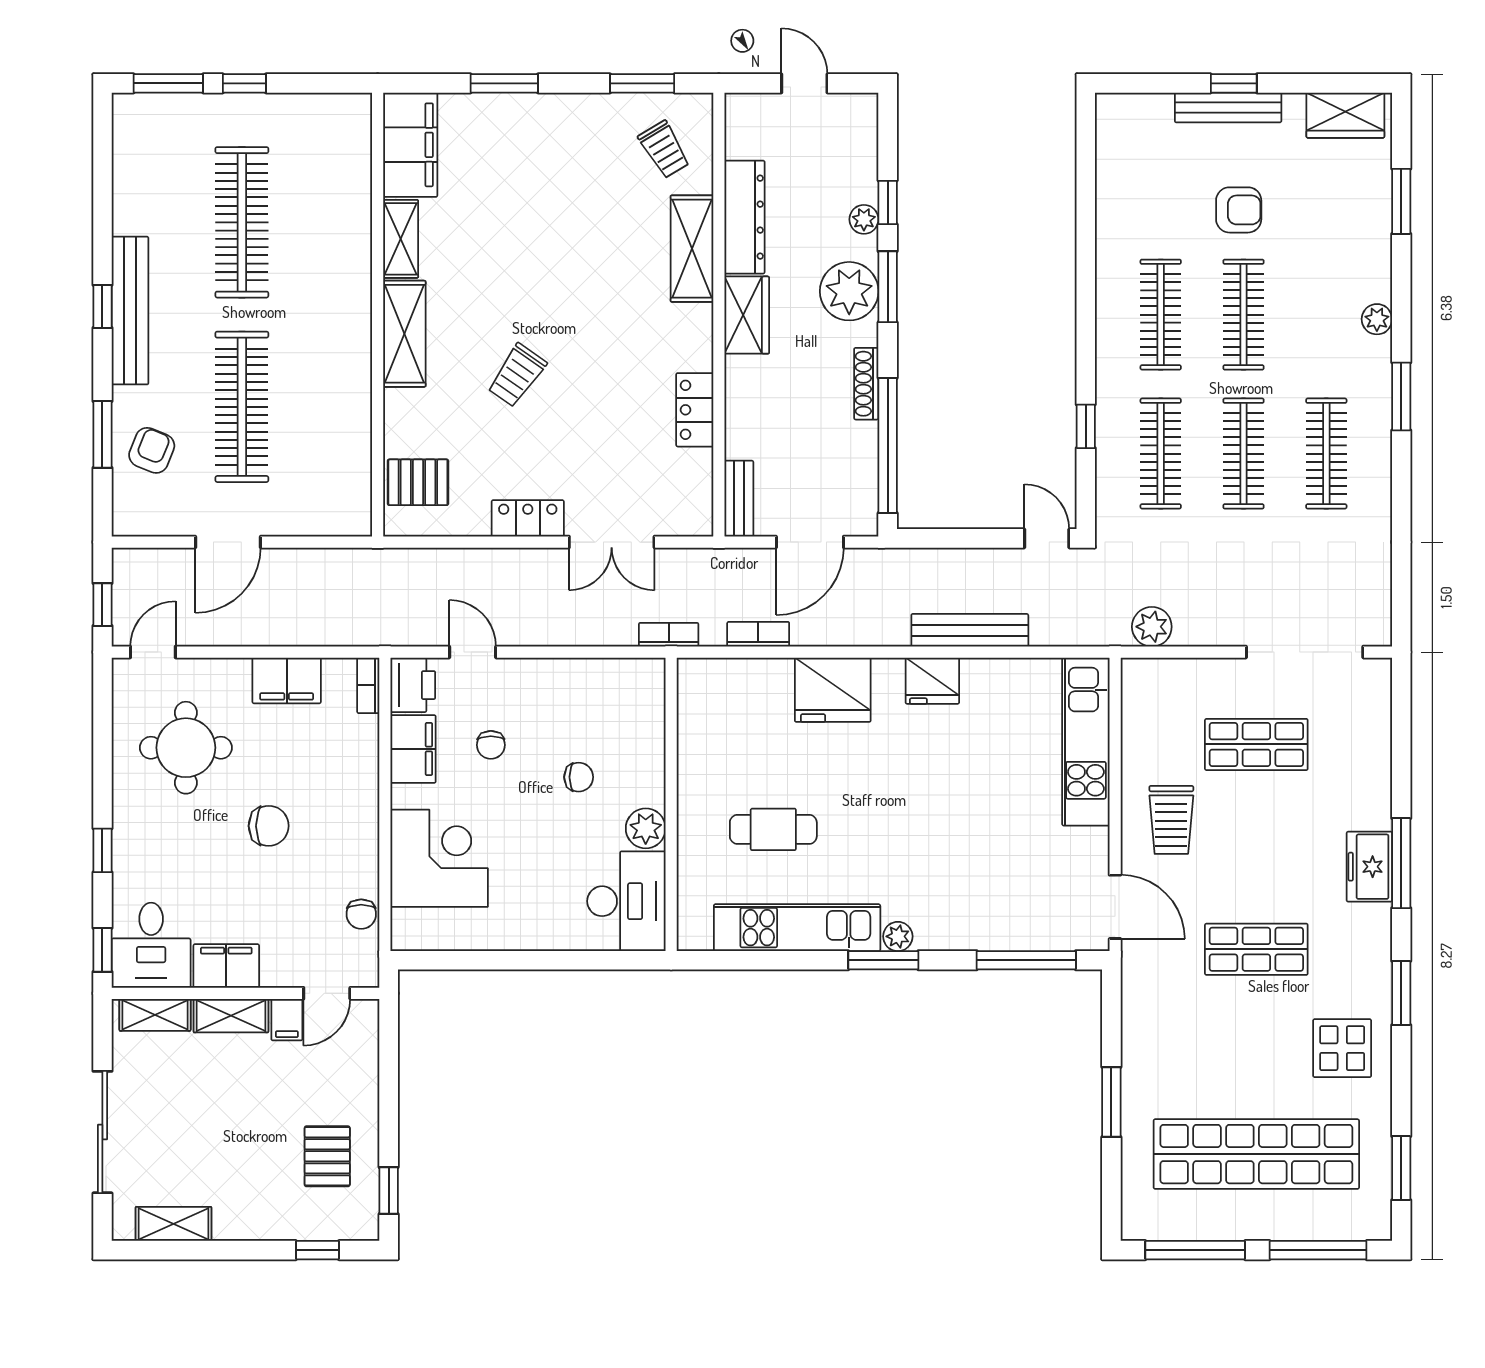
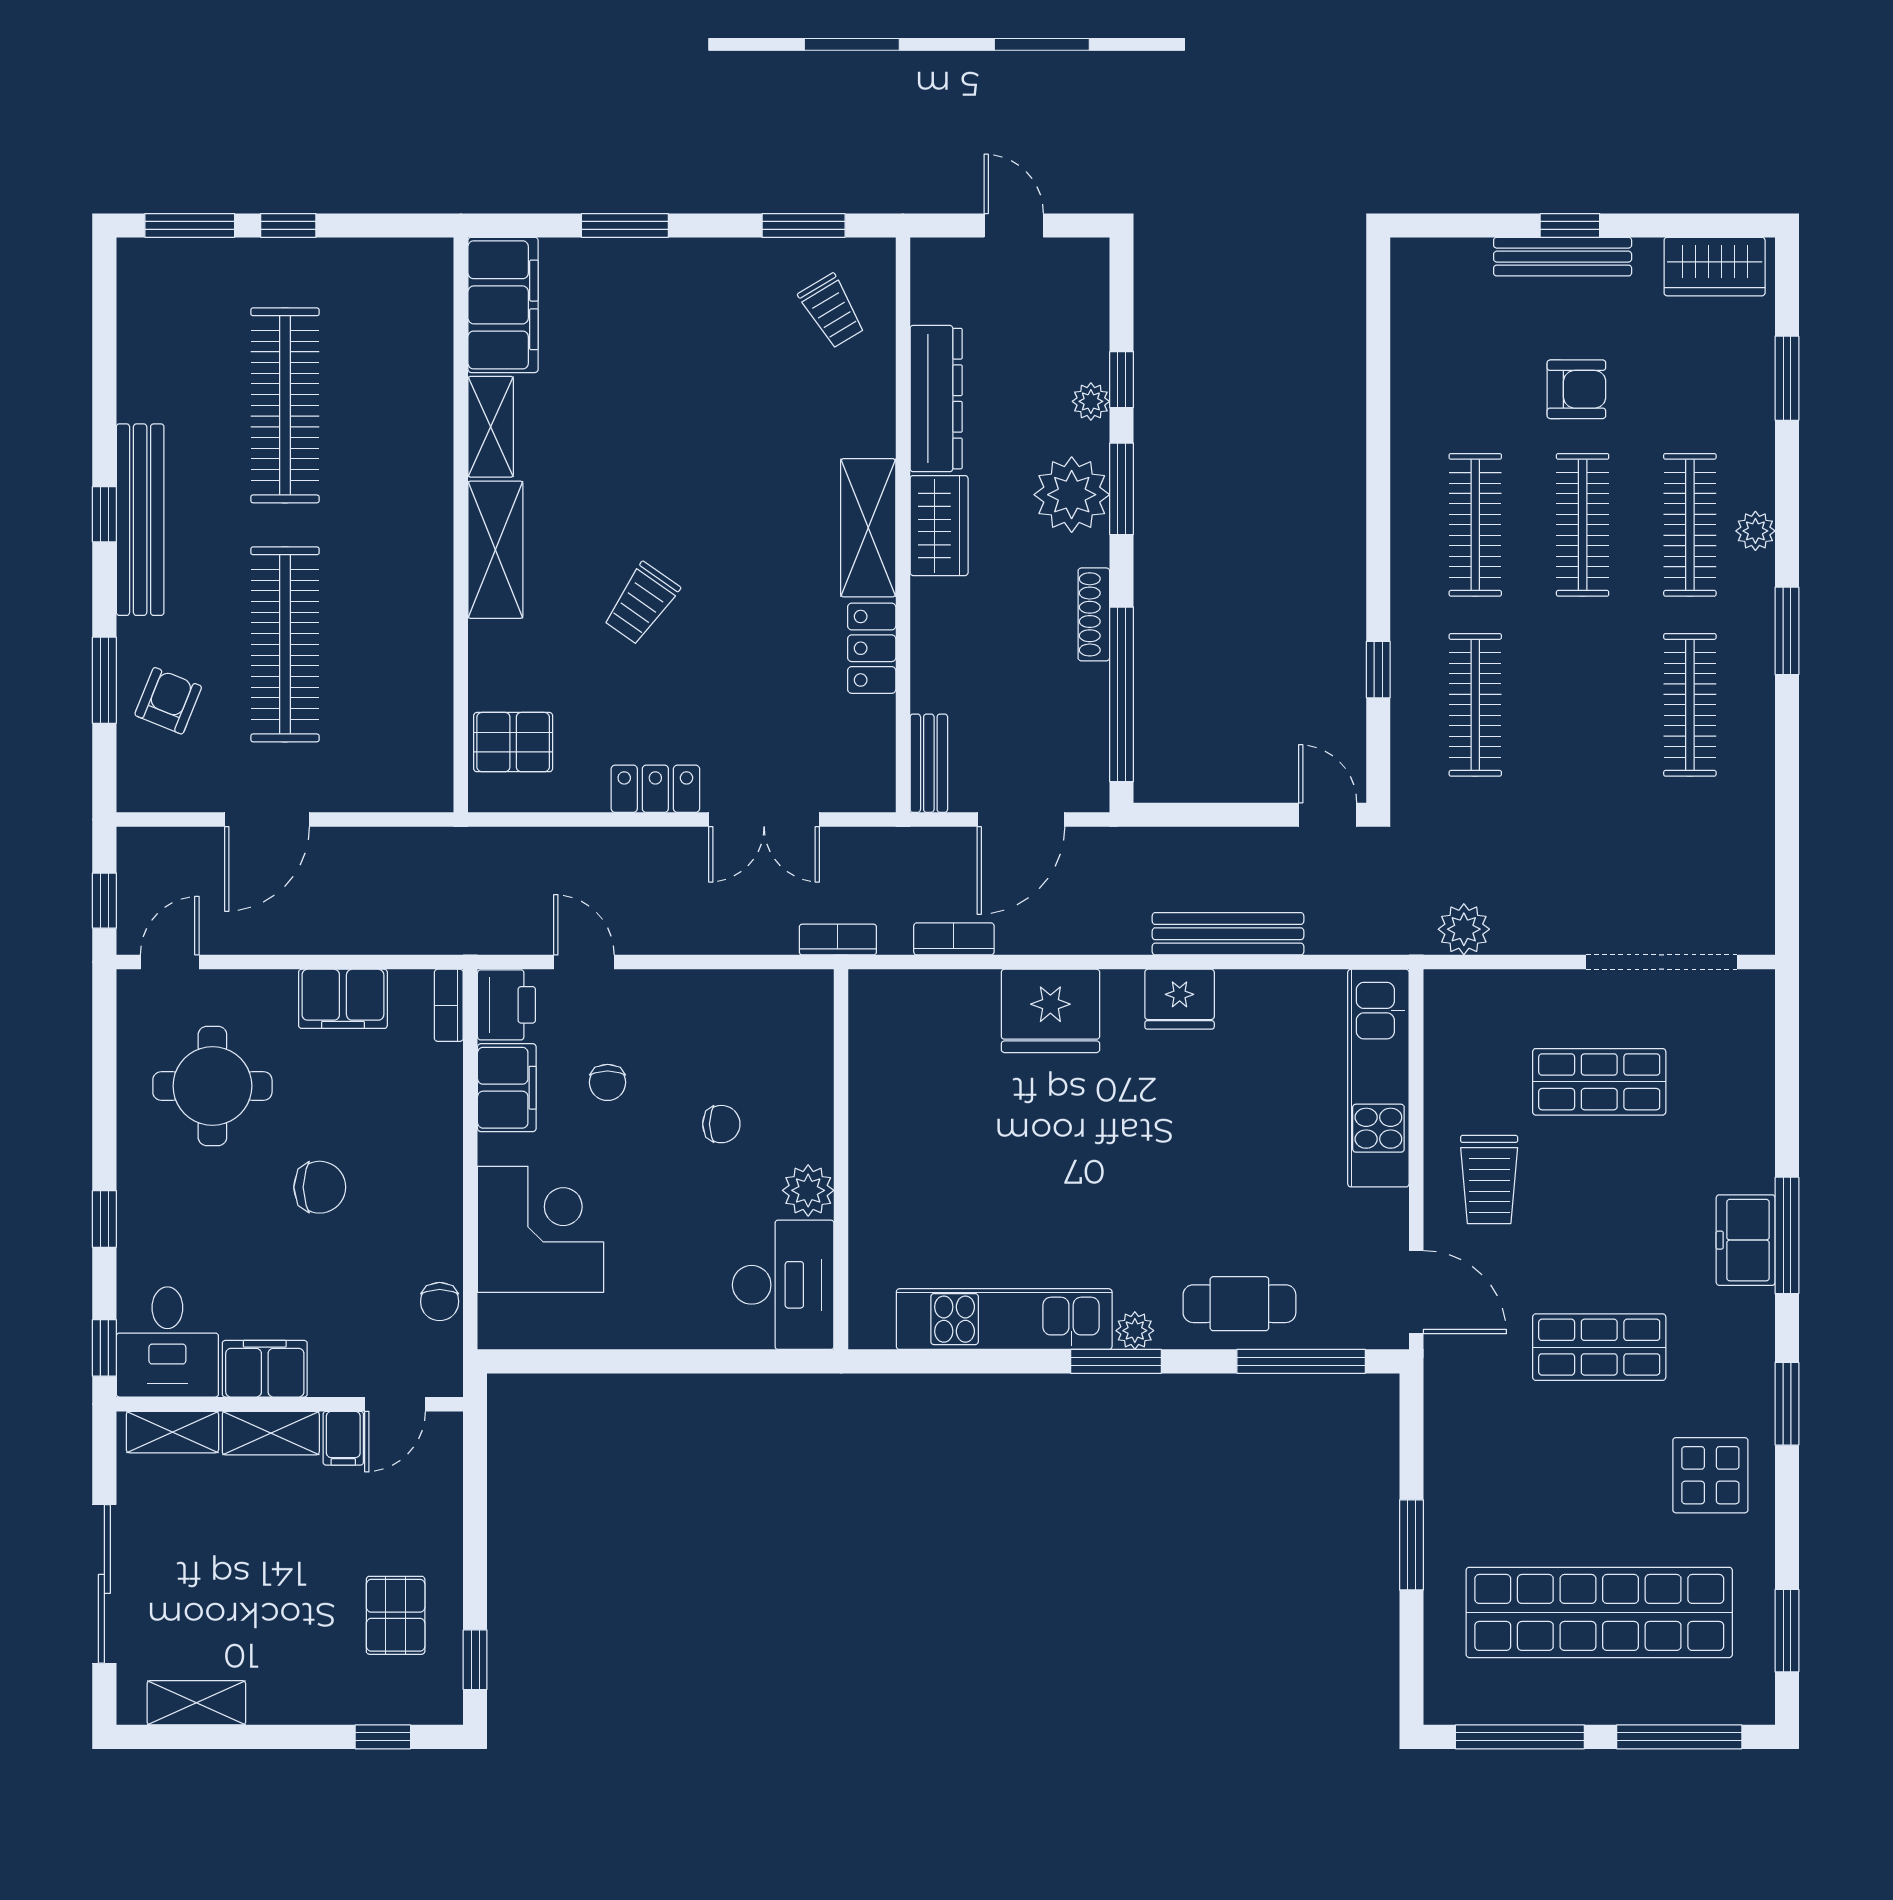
shelving: (692, 249) -> (868, 528), moved
clothes rail: (1243, 454) -> (1690, 525), moved
cafe table: (773, 829) -> (1239, 1304), moved

